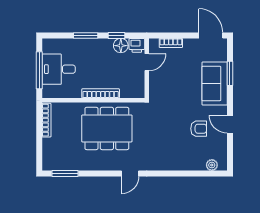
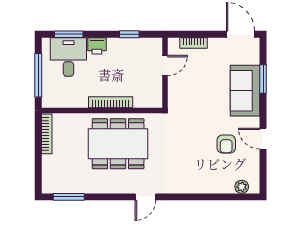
window: (86, 36) -> (69, 34), moved
printer: (137, 45) -> (97, 46), moved
floor lamp: (121, 46) -> (134, 46), removed
desk: (59, 69) -> (68, 57), moved, turned 90
armchair: (199, 129) -> (226, 144), turned 90

